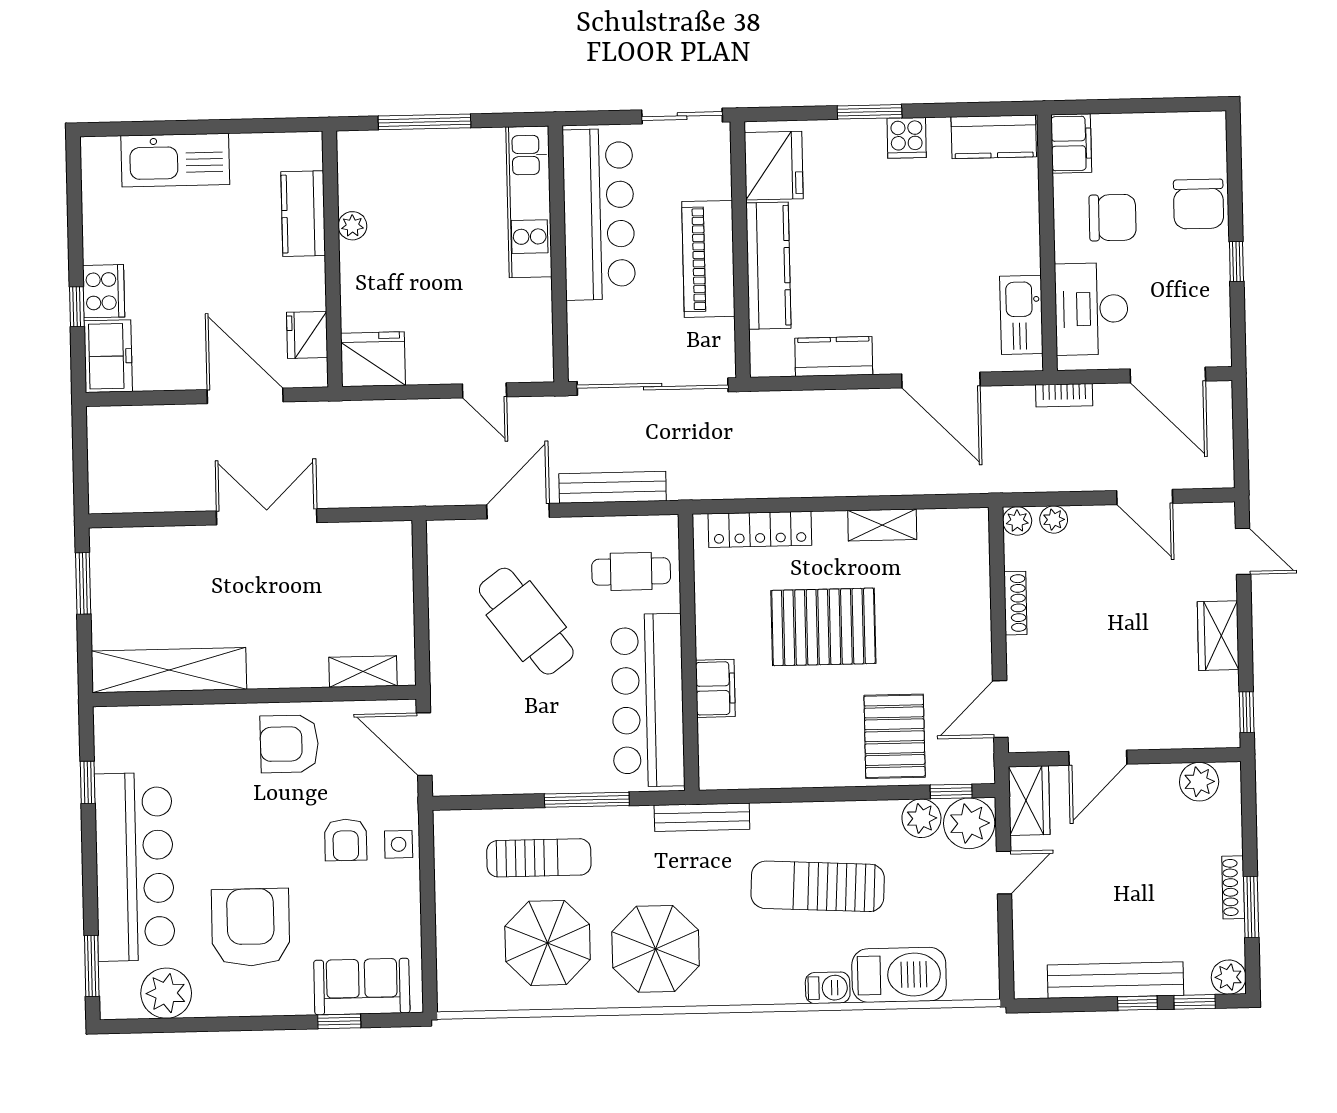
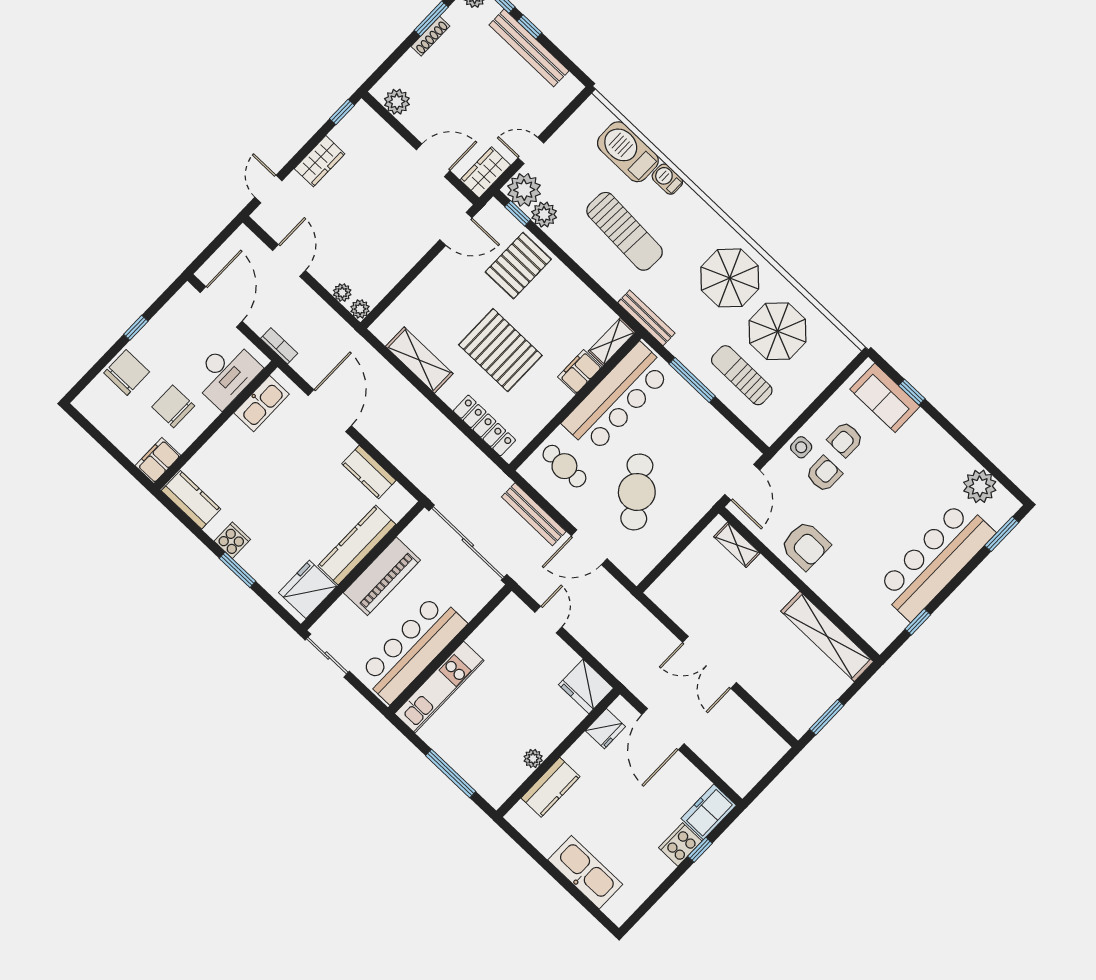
shelving: (882, 525) -> (419, 360), width x1.50, depth x1.33
shoe rack: (1015, 603) -> (399, 271), removed
shelving: (713, 755) -> (612, 342), added
armchair: (251, 927) -> (845, 439), moved, width x0.53, depth x0.53

